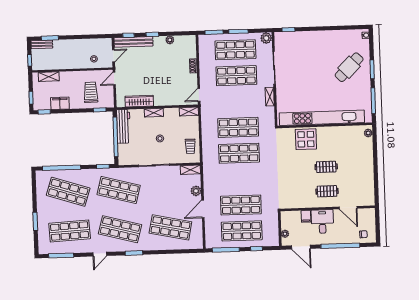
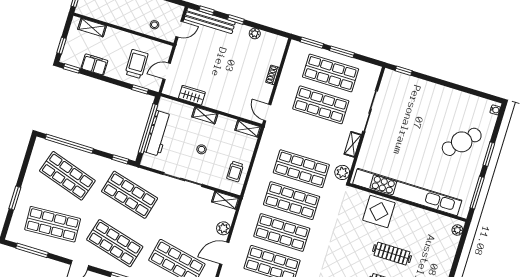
plant: (266, 38) -> (342, 172), moved
door: (114, 78) -> (167, 71), moved
door: (199, 95) -> (267, 113), hinge flipped
wardrobe: (139, 101) -> (192, 95), width x0.67
workbench: (123, 126) -> (158, 133), moved
clothes rail: (326, 167) -> (392, 254), width x1.36
shop shelf: (240, 179) -> (282, 232), added

